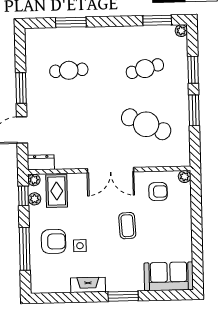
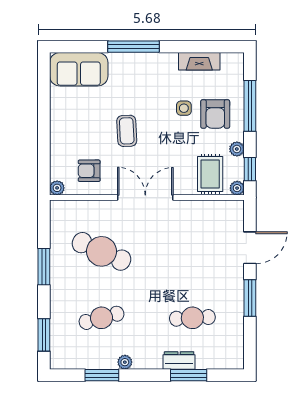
window: (157, 20) -> (102, 375), moved
plant: (181, 31) -> (125, 362), moved
window: (193, 70) -> (44, 335), moved
dresser: (41, 162) -> (179, 360), moved, turned 180
plant: (35, 199) -> (237, 149), moved
armchair: (54, 241) -> (215, 114), turned -90
fireplace: (88, 285) -> (199, 61), moved
window: (123, 296) -> (134, 47), width x1.44

